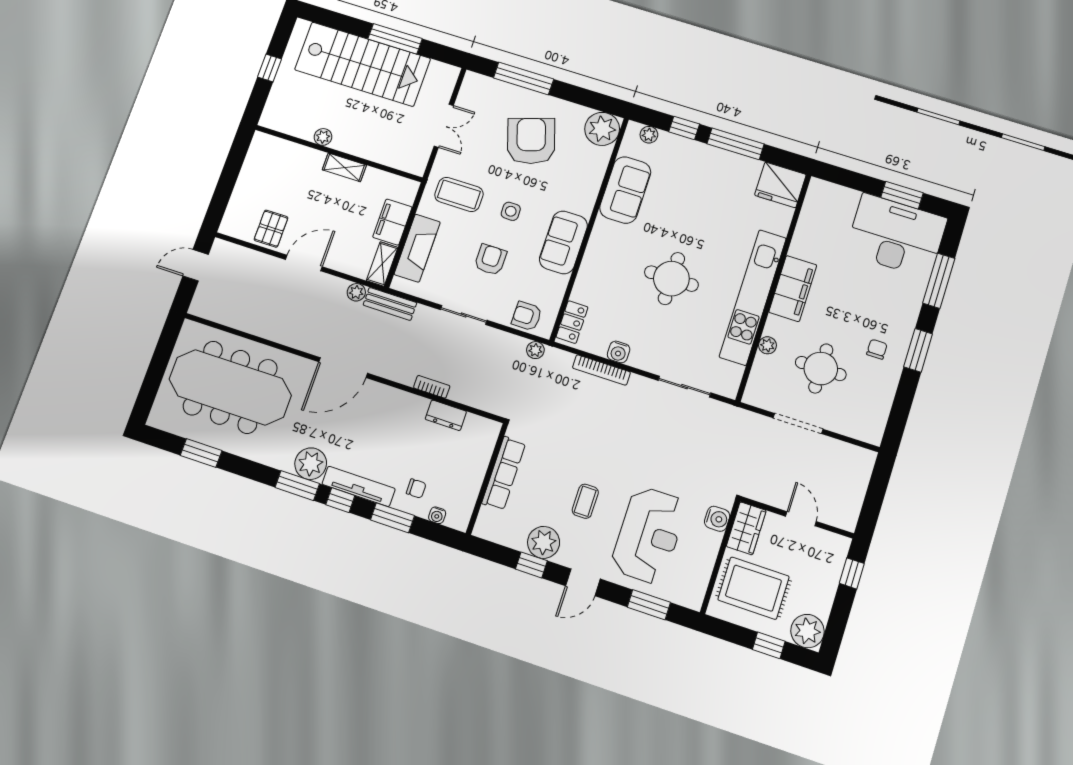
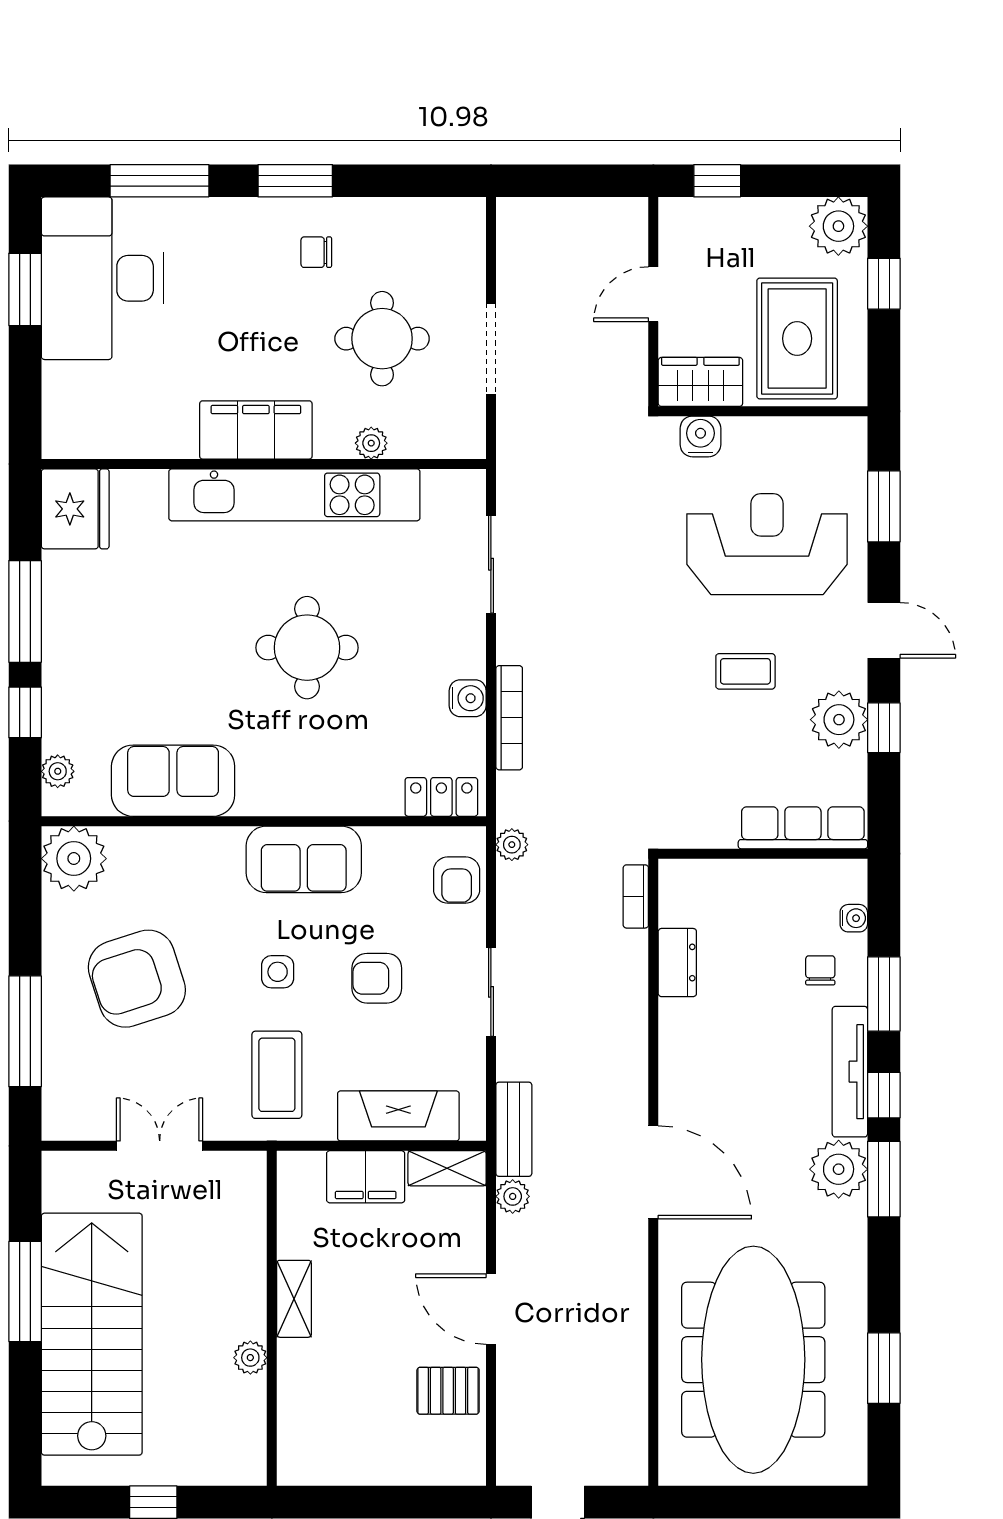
bookcase: (432, 387) -> (636, 896), moved
row of seats: (504, 473) -> (803, 828), moved

